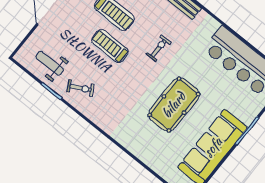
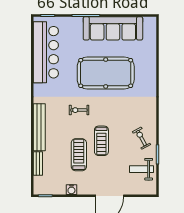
weight bench: (50, 63) -> (141, 169), turned 90
pool table: (174, 105) -> (106, 73), width x1.36, depth x1.32

